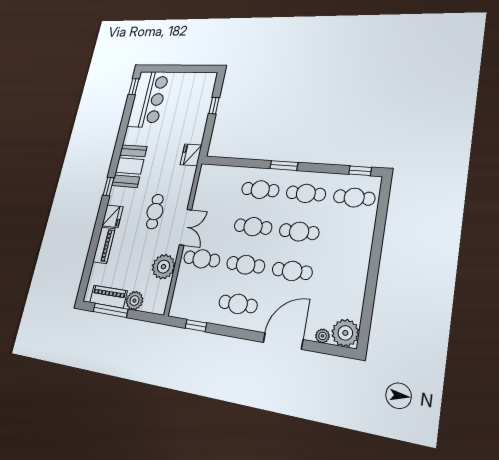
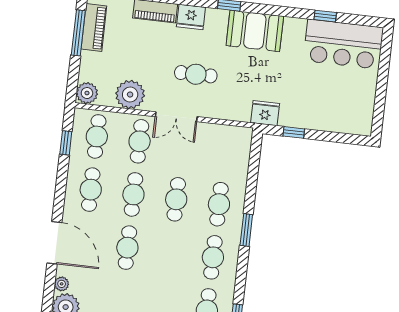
window: (134, 87) -> (325, 16), moved
window: (214, 106) -> (294, 132), moved
cafe table: (299, 232) -> (97, 136), moved
plant: (134, 301) -> (87, 93), moved

